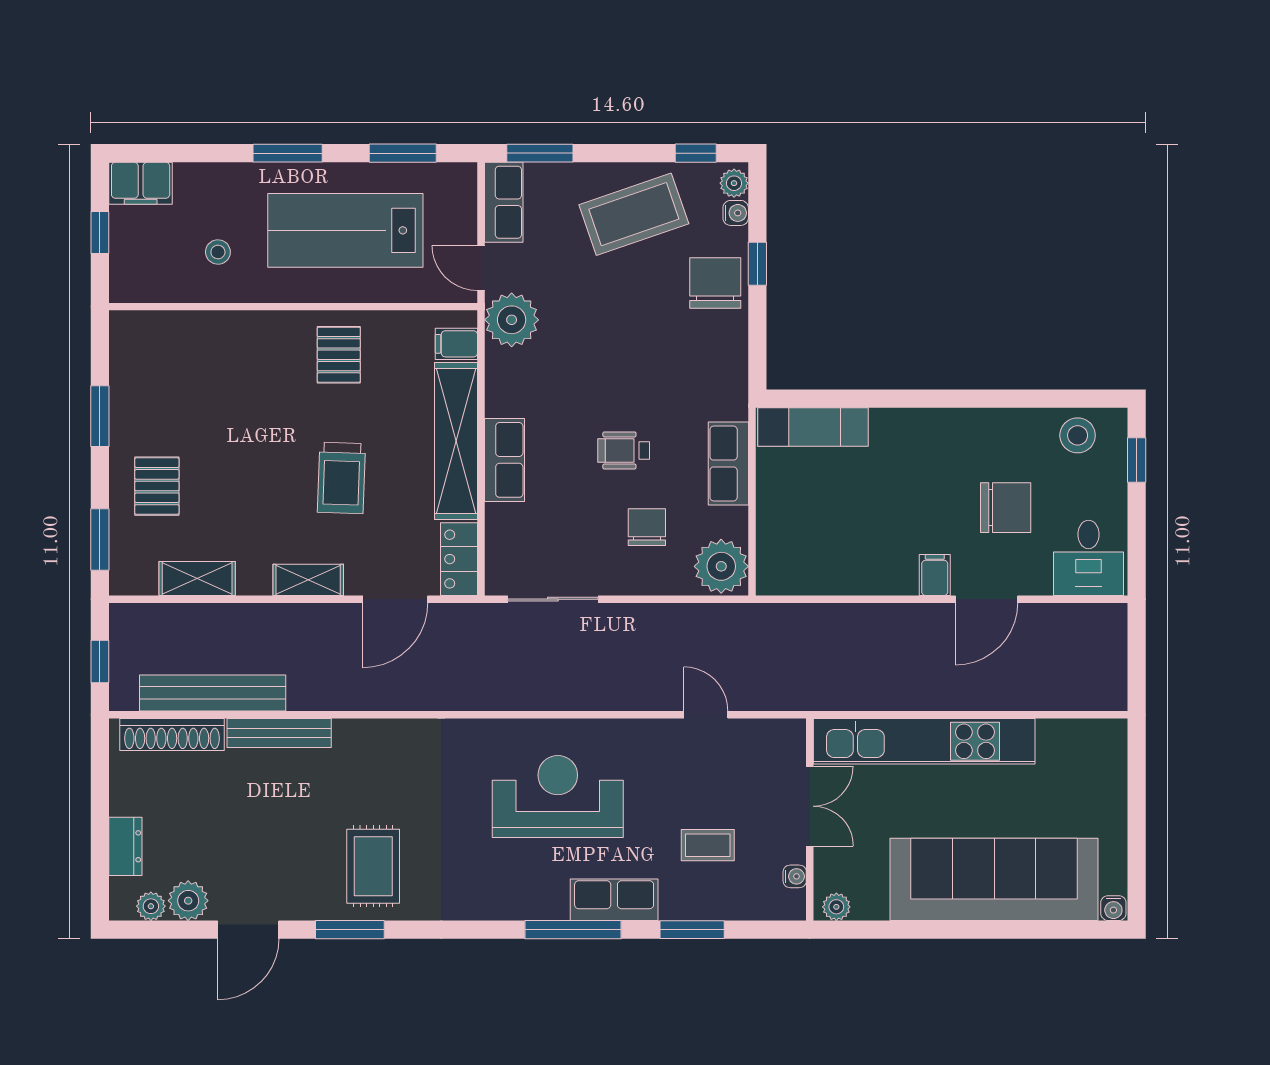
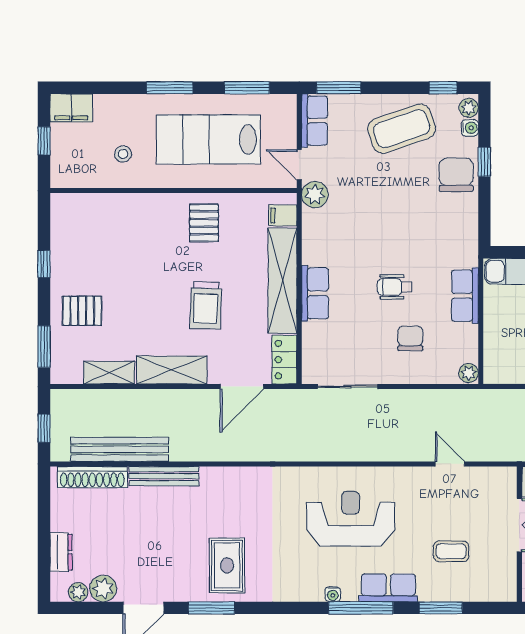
plant: (512, 320) -> (315, 195), width x0.73, depth x0.73
window: (100, 416) -> (44, 264), width x0.67
pallet: (157, 486) -> (82, 311), turned 90
plant: (721, 566) -> (469, 373), width x0.53, depth x0.53
shelving: (308, 580) -> (172, 370), width x1.50, depth x1.33
water cooler: (795, 876) -> (333, 594), moved, turned 90

